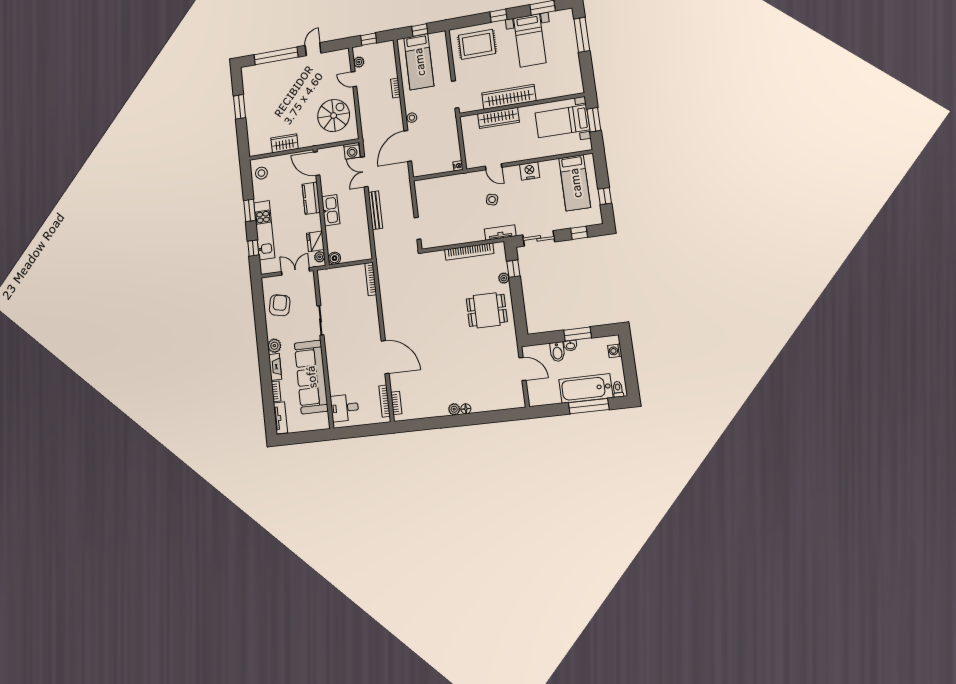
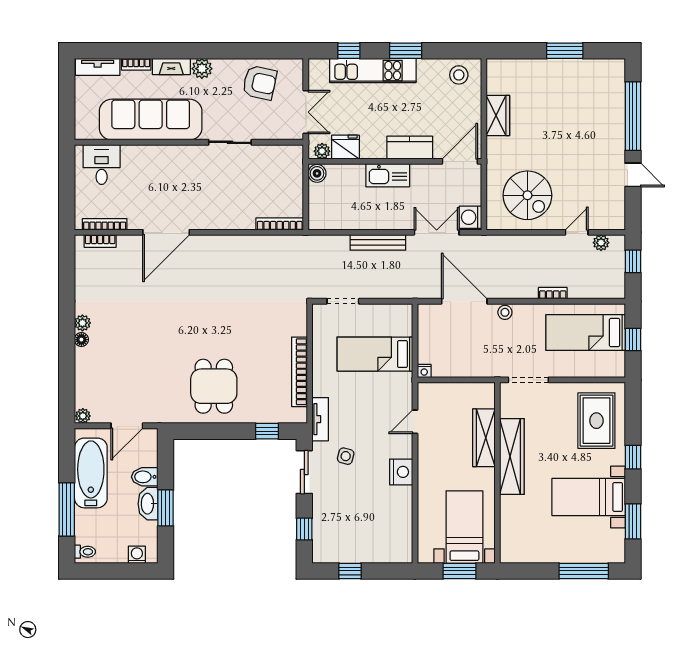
bed: (575, 183) -> (375, 354), moved
side table: (492, 200) -> (346, 456), moved
plant: (504, 278) -> (83, 416), moved
washbasin: (570, 346) -> (148, 504), width x1.91, depth x1.45
bathtub: (586, 388) -> (91, 473), moved

